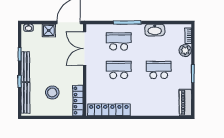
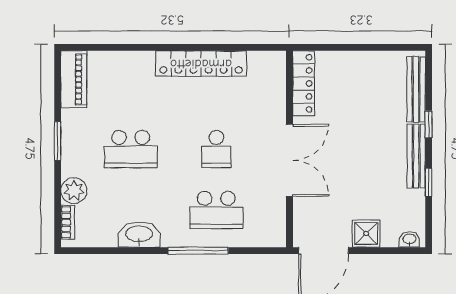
double door: (85, 49) -> (289, 160), moved
school desk: (119, 70) -> (216, 149), width x0.54
stool: (52, 92) -> (359, 101), removed
locker: (109, 110) -> (201, 64), moved

